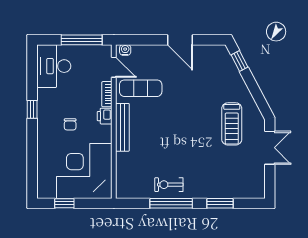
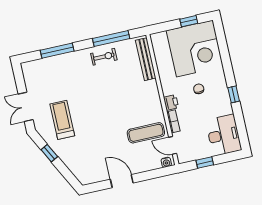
window: (82, 40) -> (205, 163), width x0.46
window: (239, 61) -> (49, 153), moved
bench: (122, 127) -> (146, 59), moved
corner desk: (84, 171) -> (195, 48), moved
window: (171, 203) -> (111, 38), moved
window: (220, 203) -> (57, 51), width x1.44

